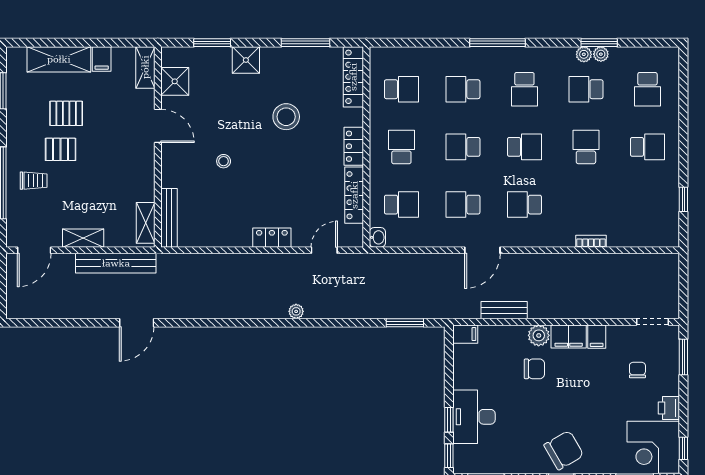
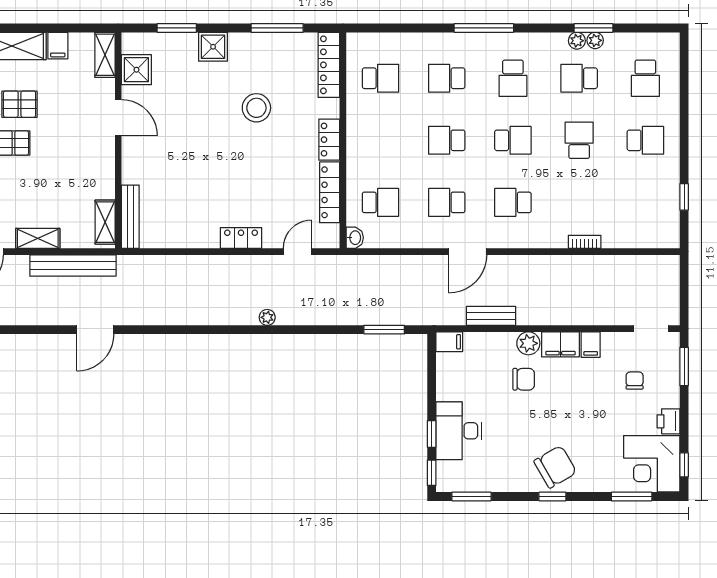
school desk: (401, 147) -> (380, 140), removed
stool: (224, 161) -> (189, 156), removed

